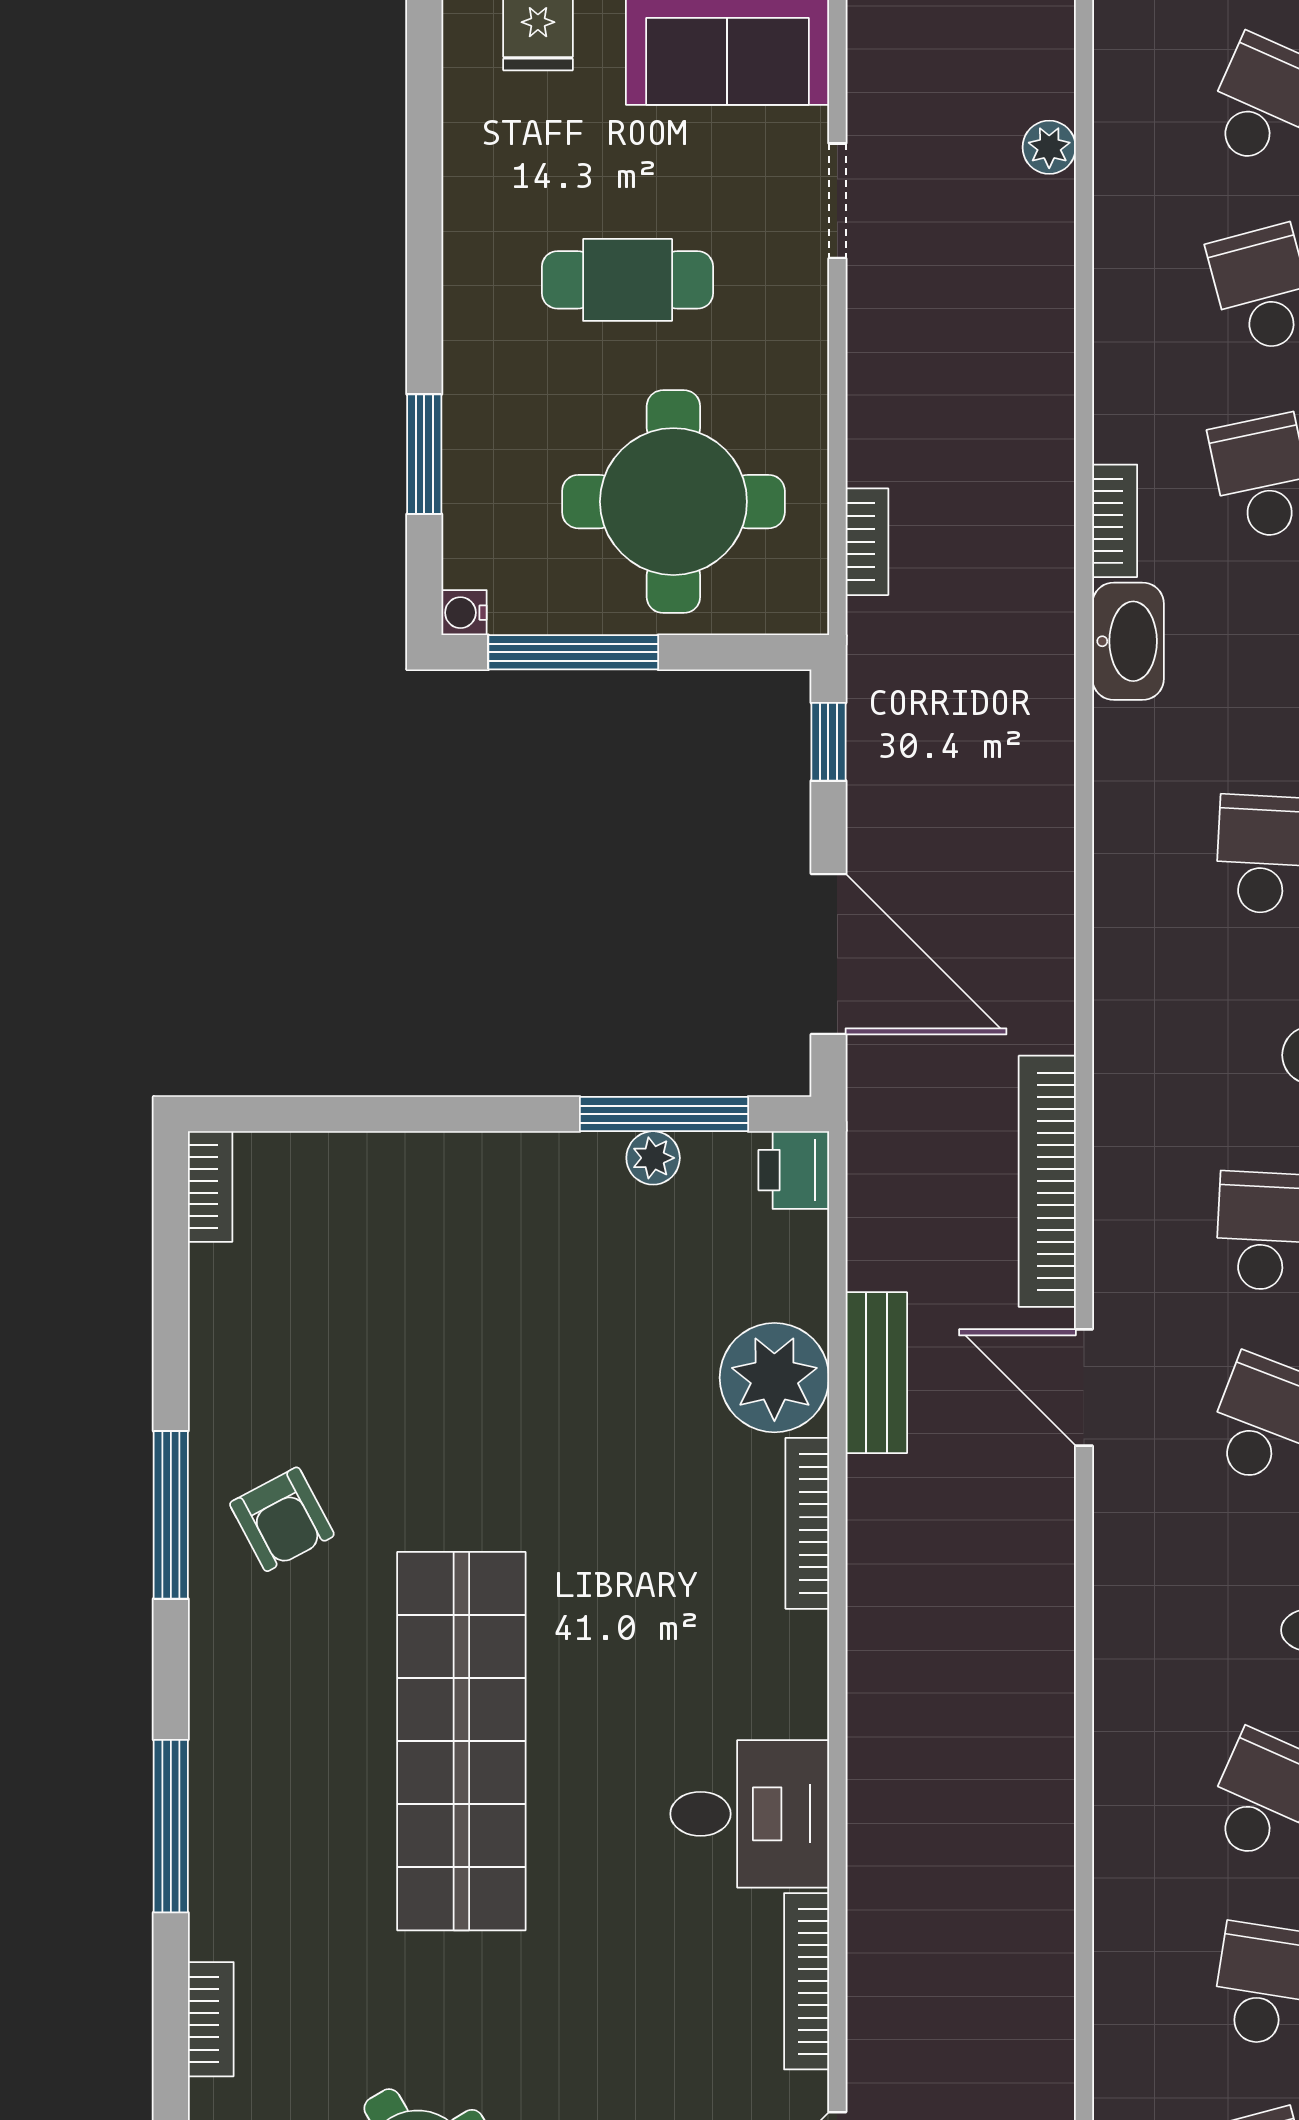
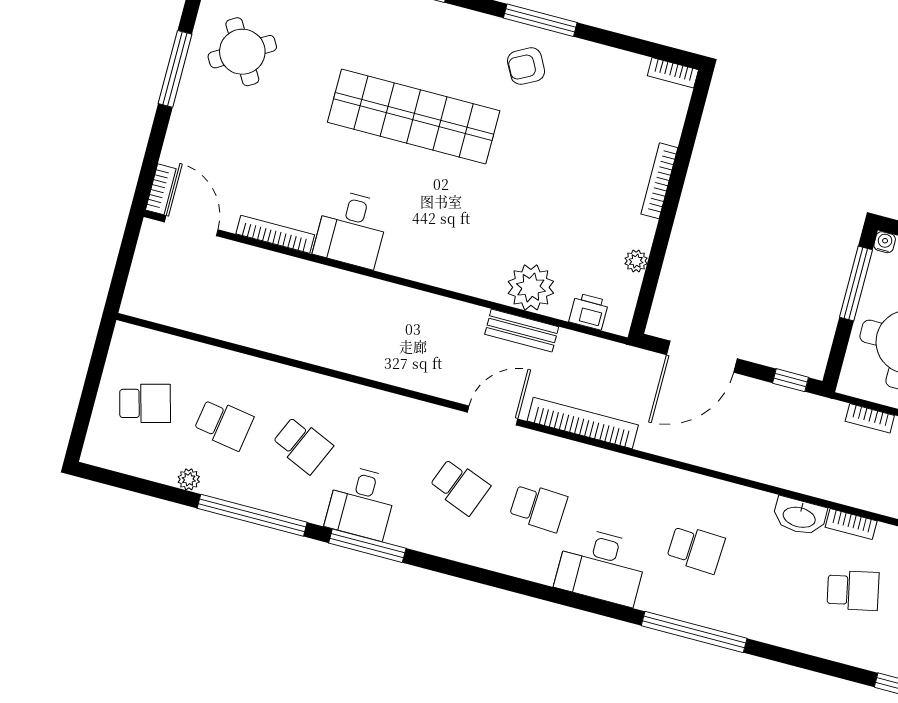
window: (664, 1114) -> (653, 270), removed
printer: (794, 1170) -> (589, 311), moved
bookcase: (807, 1523) -> (659, 181), moved, turned -90

